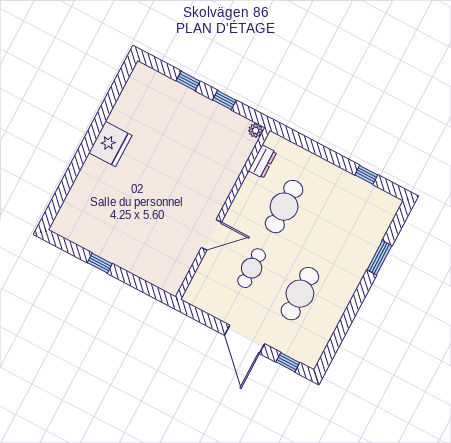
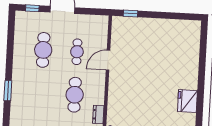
fridge: (110, 144) -> (187, 101), moved
window: (100, 263) -> (130, 14), moved

